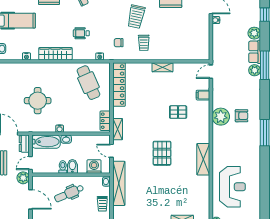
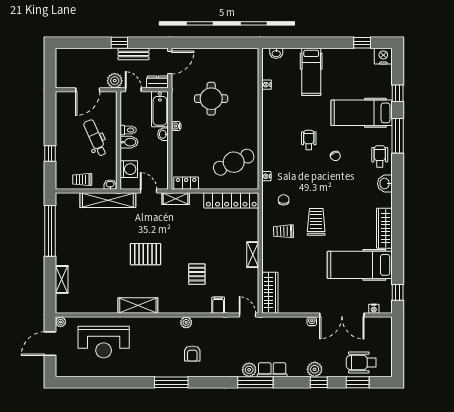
trolley: (136, 17) -> (316, 222), turned 78
wheelchair: (81, 33) -> (309, 140), moved
plant: (254, 33) -> (315, 369), moved
wardrobe: (55, 54) -> (270, 293), moved
plant: (221, 117) -> (186, 322), width x0.53, depth x0.53
door: (111, 151) -> (149, 191), hinge flipped

